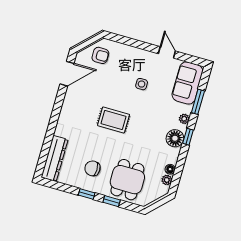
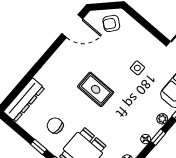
armchair: (100, 55) -> (111, 23), turned 128
floor lamp: (175, 138) -> (146, 139), width x0.53, depth x0.53

